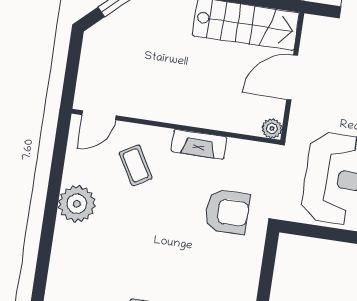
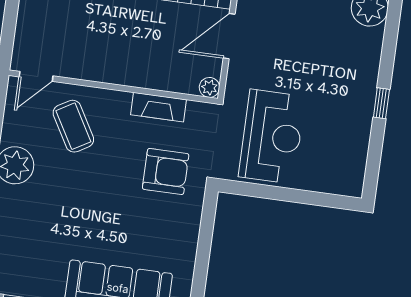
fireplace: (199, 144) -> (158, 107), moved
coffee table: (136, 165) -> (73, 126), width x1.36, depth x1.30

